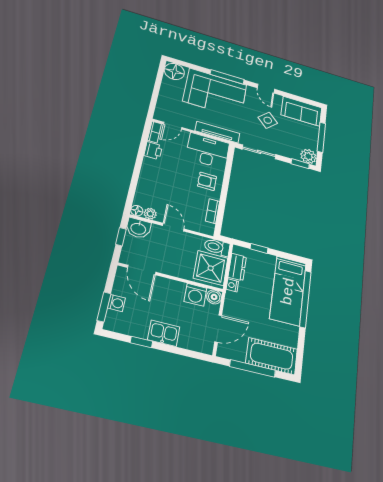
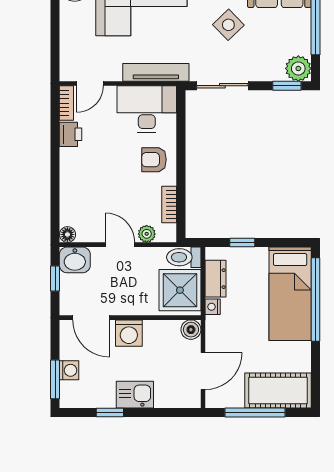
plant: (150, 214) -> (147, 234), moved
washing machine: (195, 295) -> (129, 333), moved

